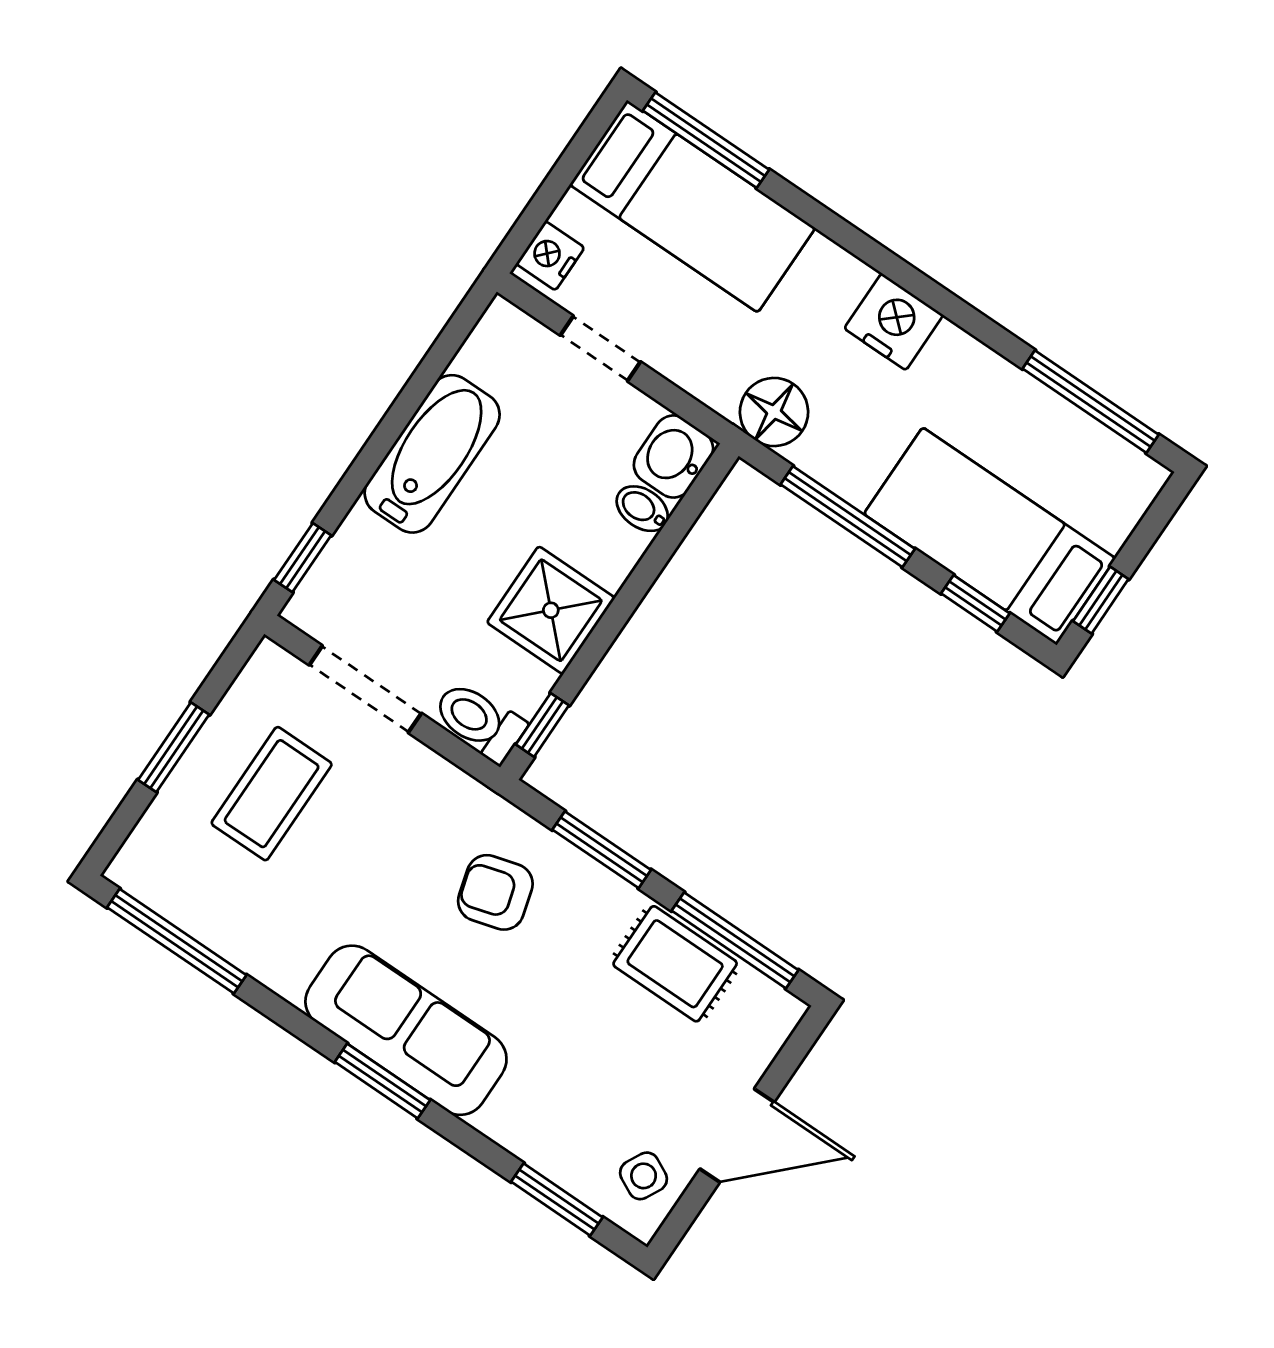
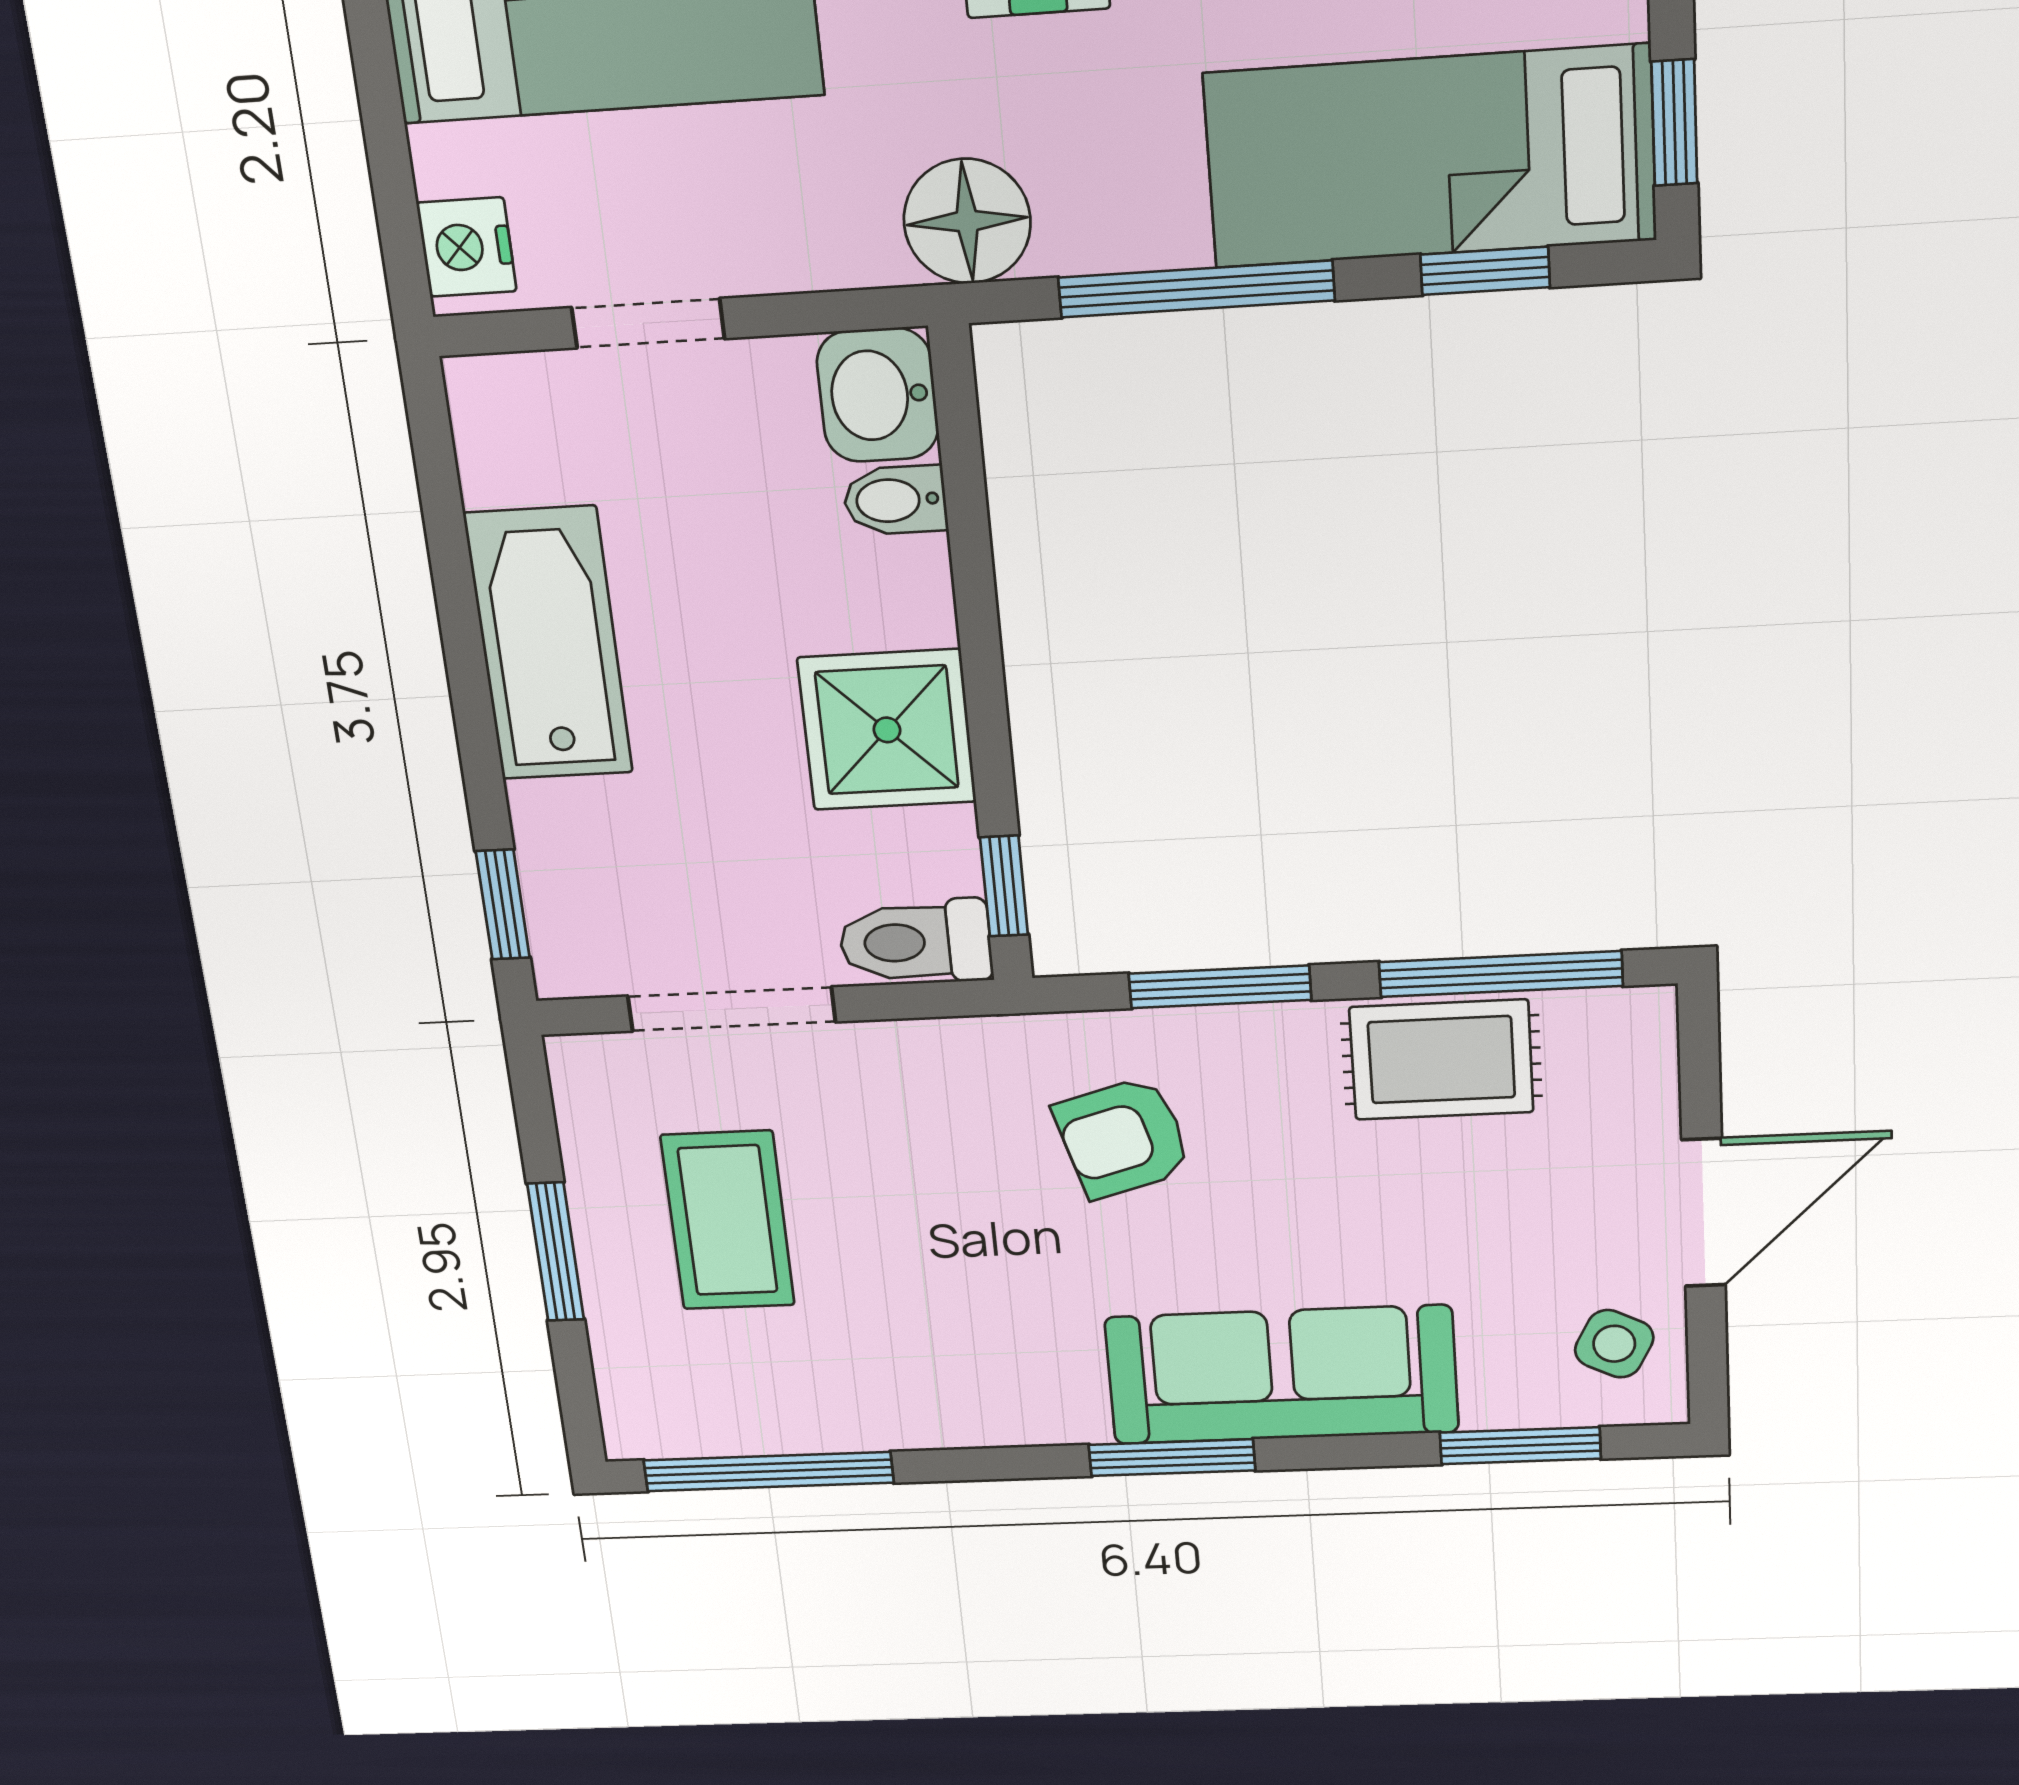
sofa: (406, 1030) -> (1282, 1375), moved

